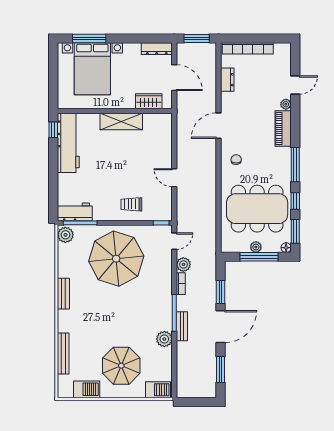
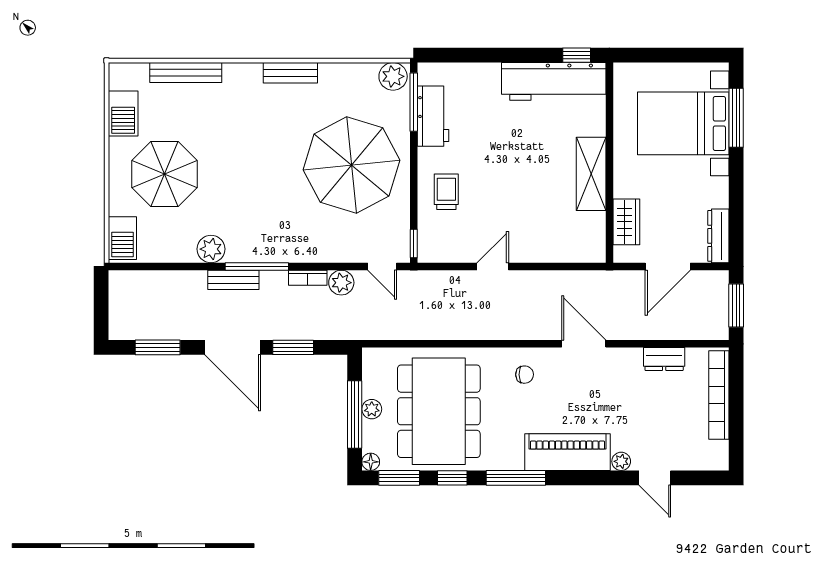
piano: (283, 128) -> (567, 452), width x1.37, depth x1.33
workbench: (75, 212) -> (433, 116), moved

